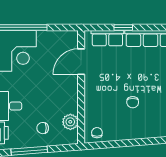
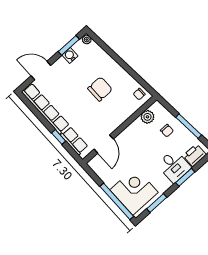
door: (81, 62) -> (104, 144), hinge flipped
chair: (133, 102) -> (100, 89), width x1.87, depth x1.87

